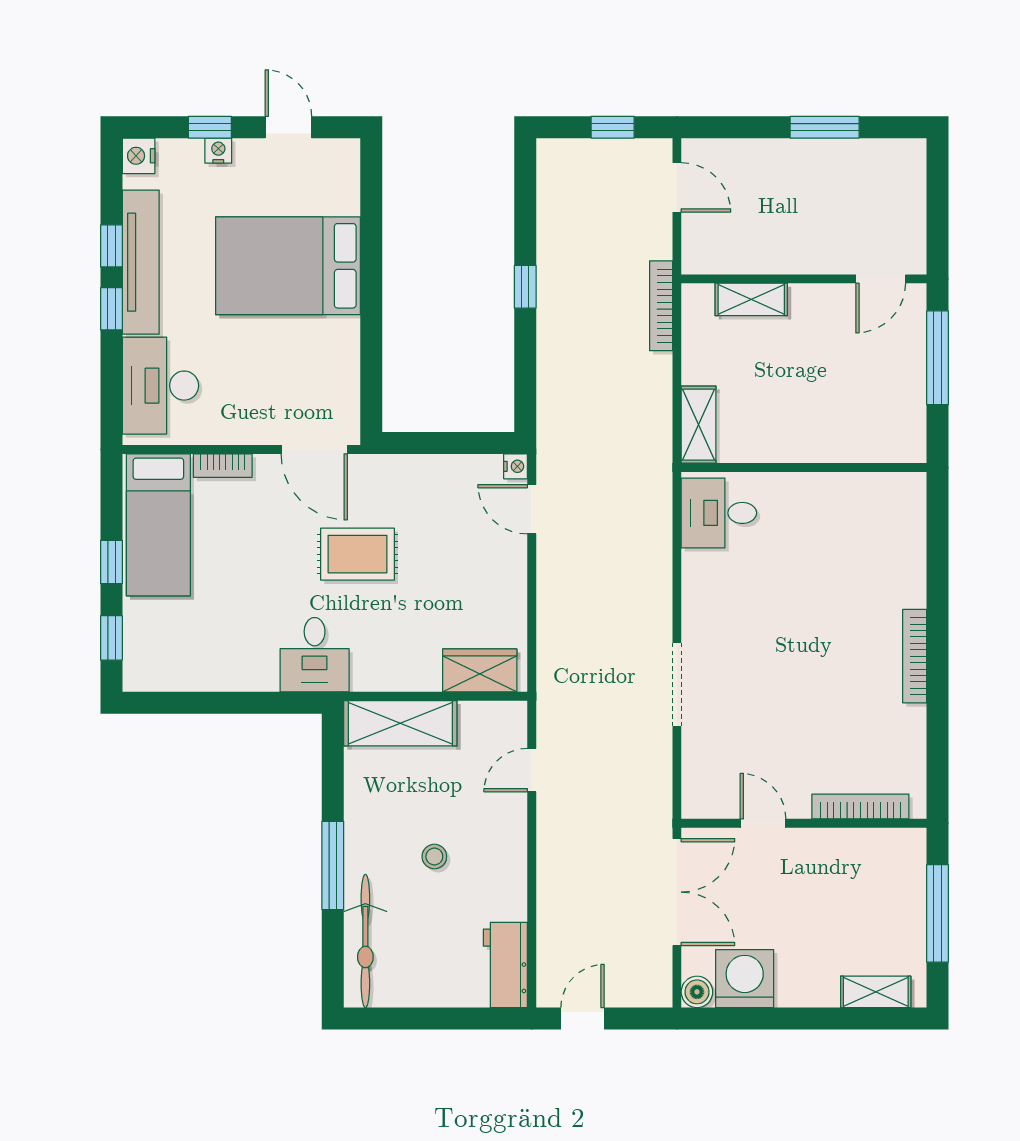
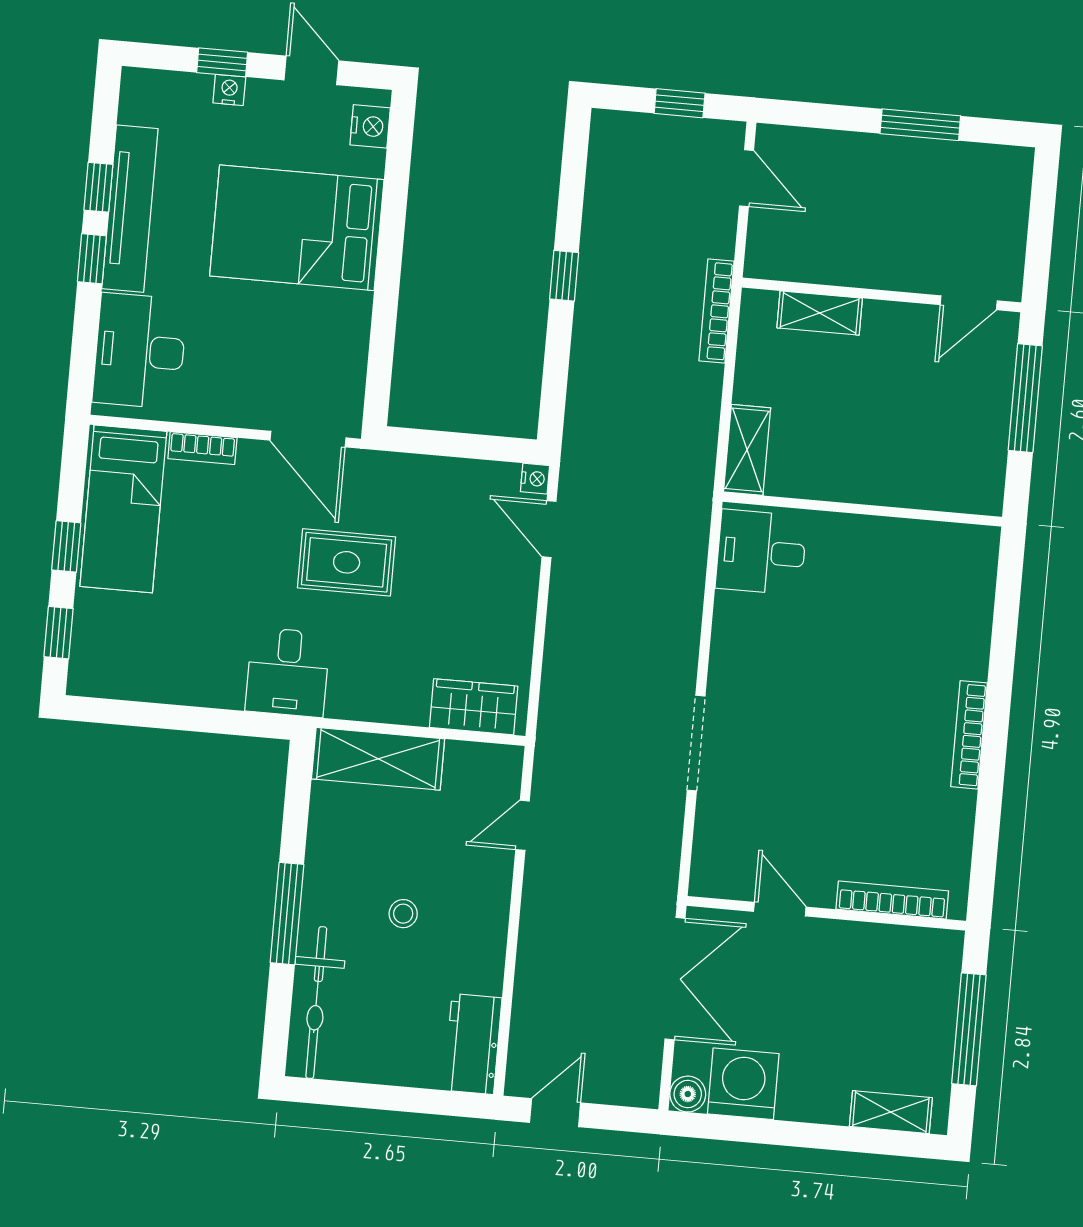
nightstand: (139, 156) -> (370, 126), moved, turned 180

